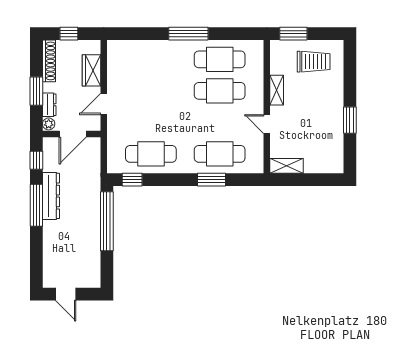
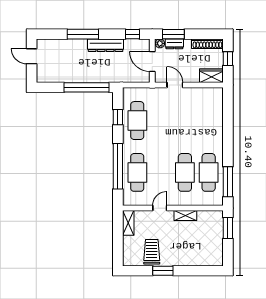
window: (188, 34) -> (228, 182), moved
trolley: (314, 62) -> (152, 252), moved, turned 180
wardrobe: (91, 70) -> (211, 76), moved
window: (36, 91) -> (173, 34), moved
window: (132, 180) -> (118, 117), moved
window: (211, 180) -> (118, 166), width x2.11
window: (36, 205) -> (83, 34), moved
door: (66, 294) -> (32, 56), hinge flipped

